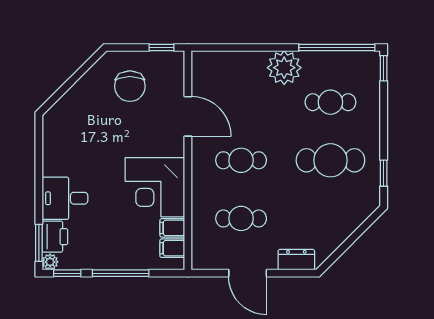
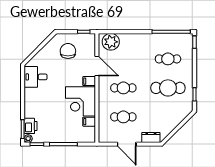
plant: (284, 68) -> (111, 42), moved
chair: (130, 86) -> (68, 51), turned 180
desk: (65, 198) -> (36, 77), moved
filing cabinet: (172, 248) -> (89, 81), moved

